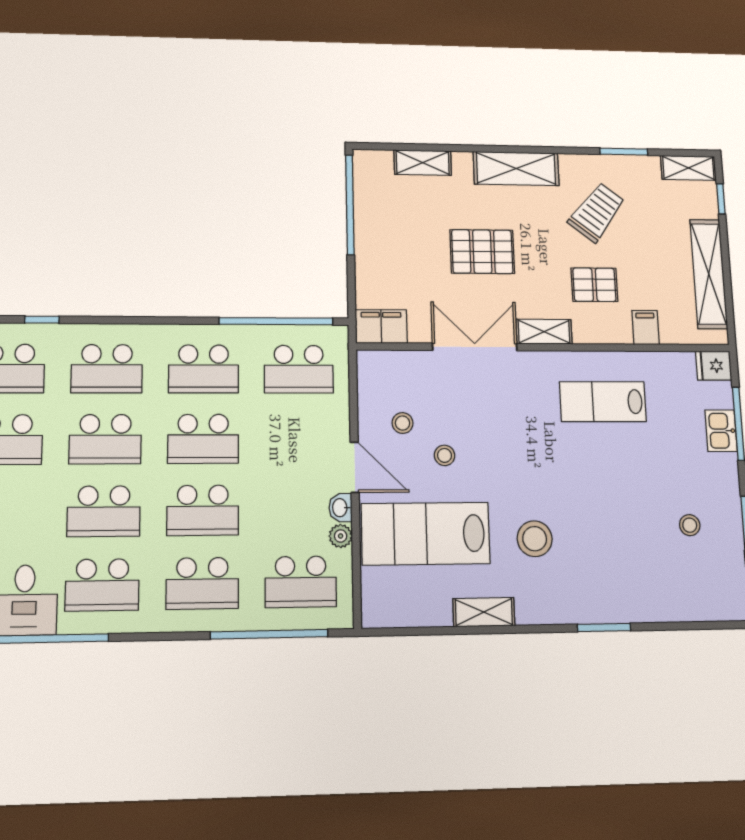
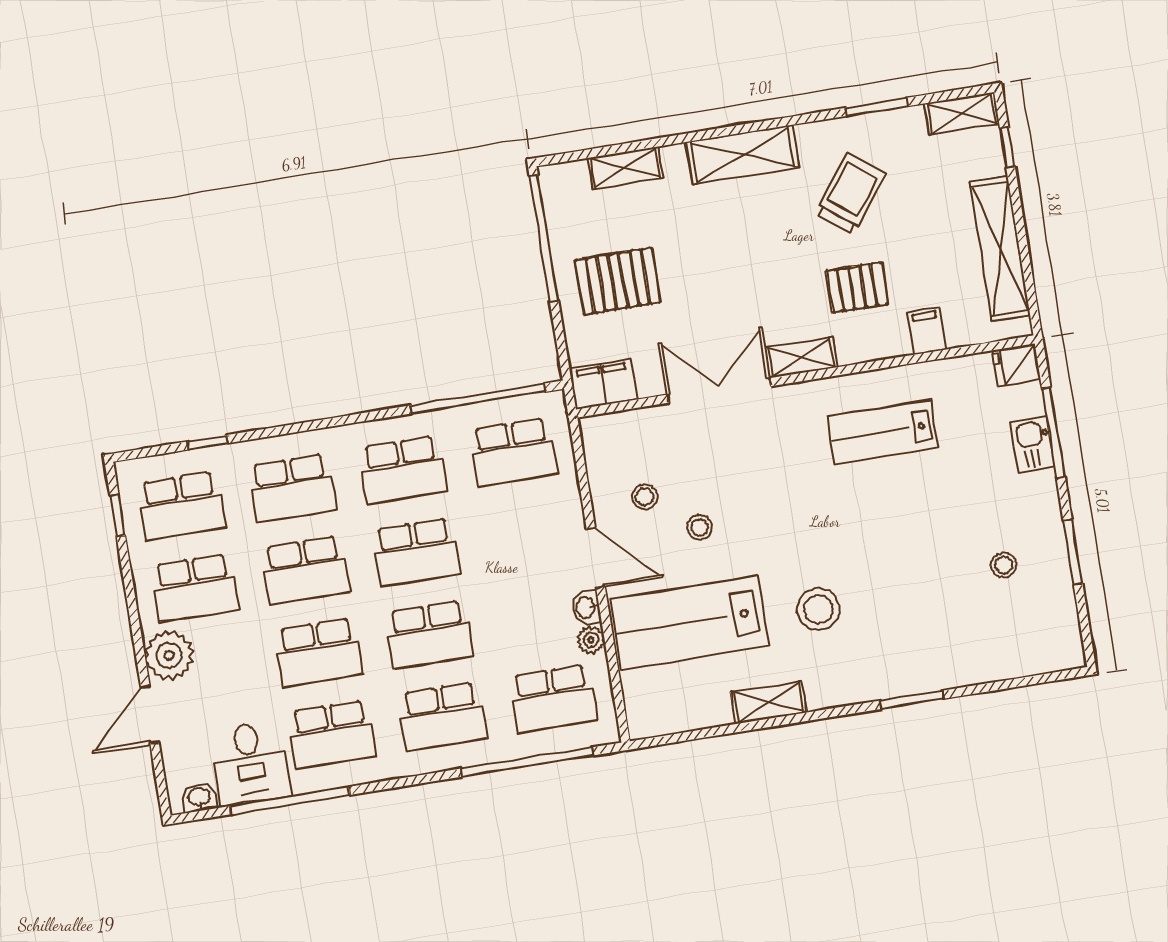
pallet: (482, 252) -> (618, 281), moved

